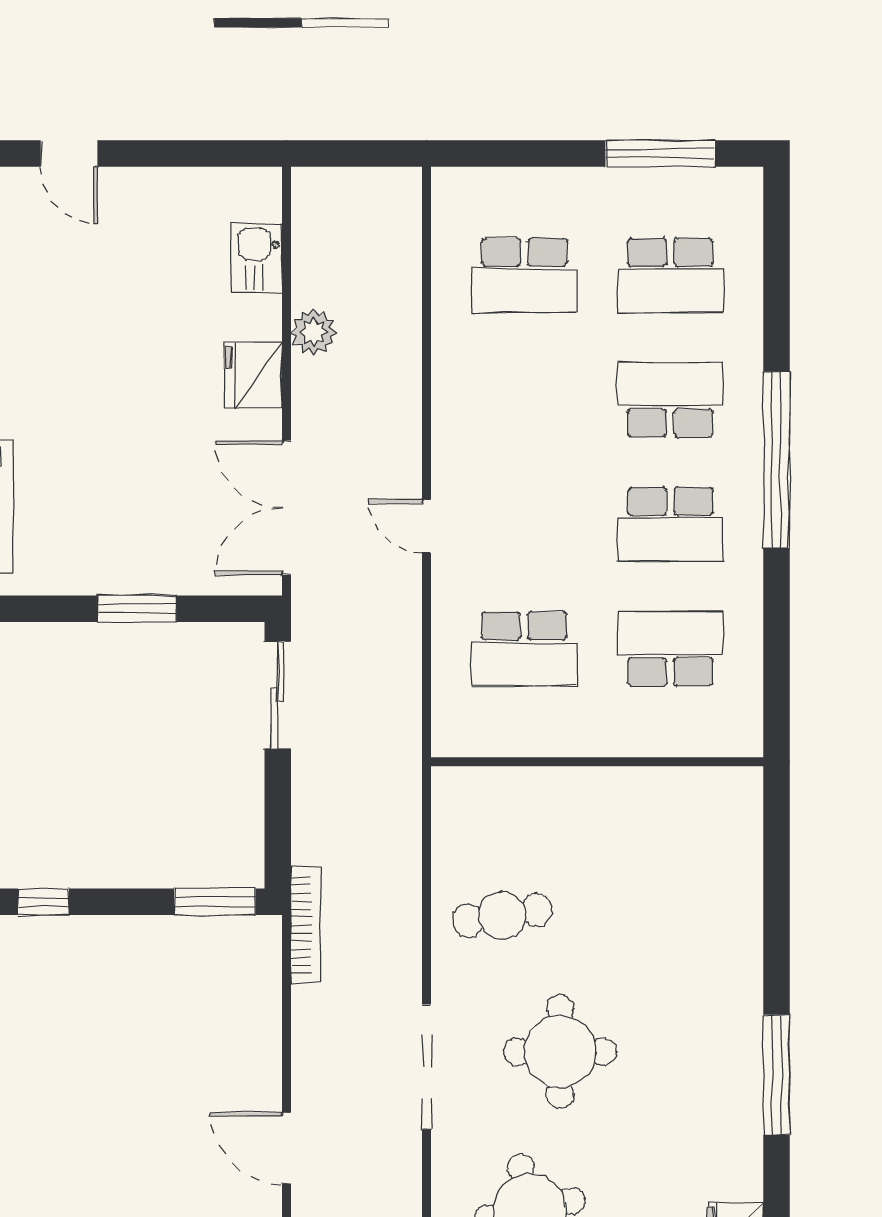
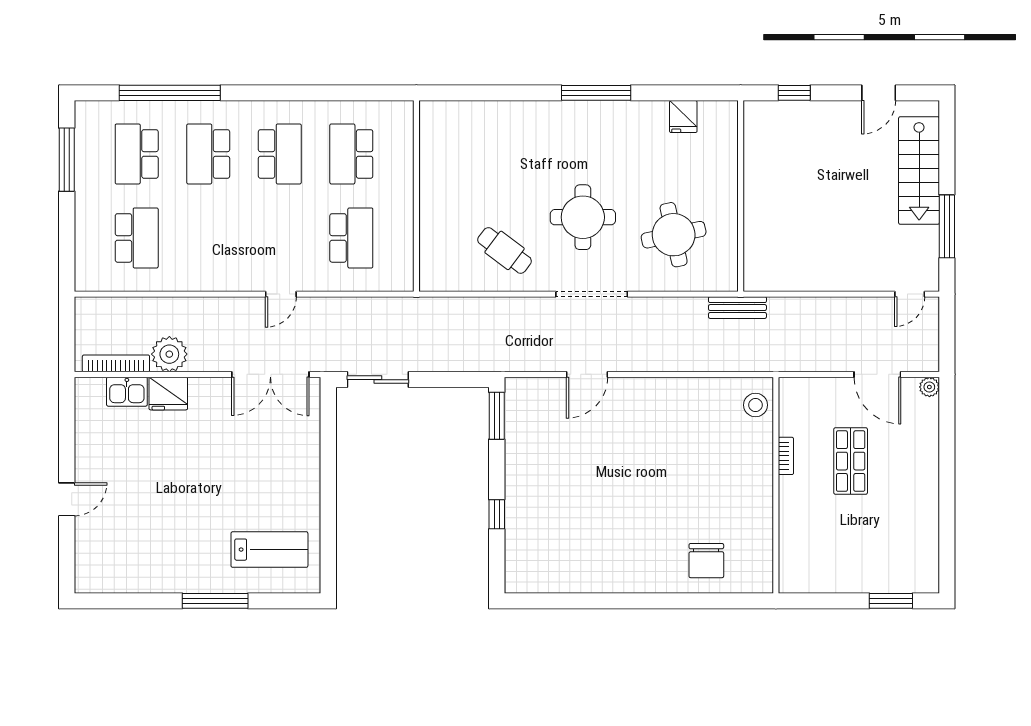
school desk: (670, 275) -> (137, 154), turned 180
plant: (314, 332) -> (169, 354), width x1.36, depth x1.36
fridge: (253, 375) -> (168, 394), moved
window: (777, 460) -> (170, 93), moved
window: (137, 609) -> (328, 460), removed
cafe table: (502, 915) -> (505, 250), turned -44
bookcase: (306, 925) -> (116, 363), moved
door: (287, 1148) -> (587, 374), moved

